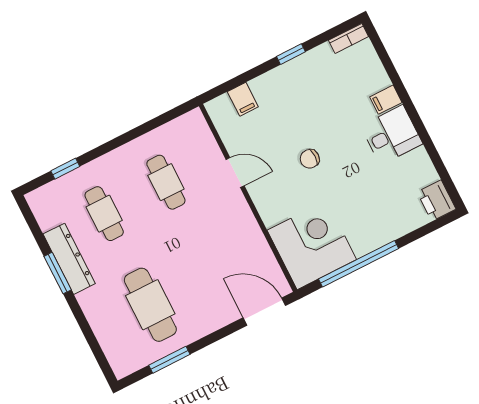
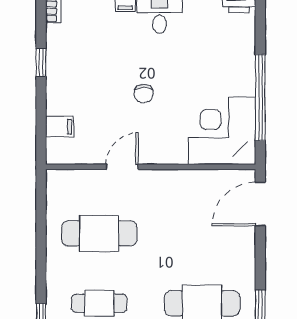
cafe table: (166, 182) -> (99, 233), width x1.37, depth x1.35

